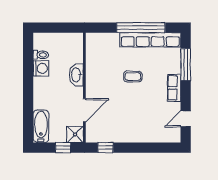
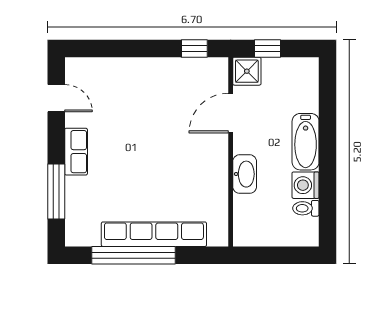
row of seats: (150, 40) -> (154, 234), moved
coffee table: (133, 77) -> (147, 171), removed
door: (186, 119) -> (56, 98), hinge flipped
bathtub: (41, 126) -> (306, 142), moved

